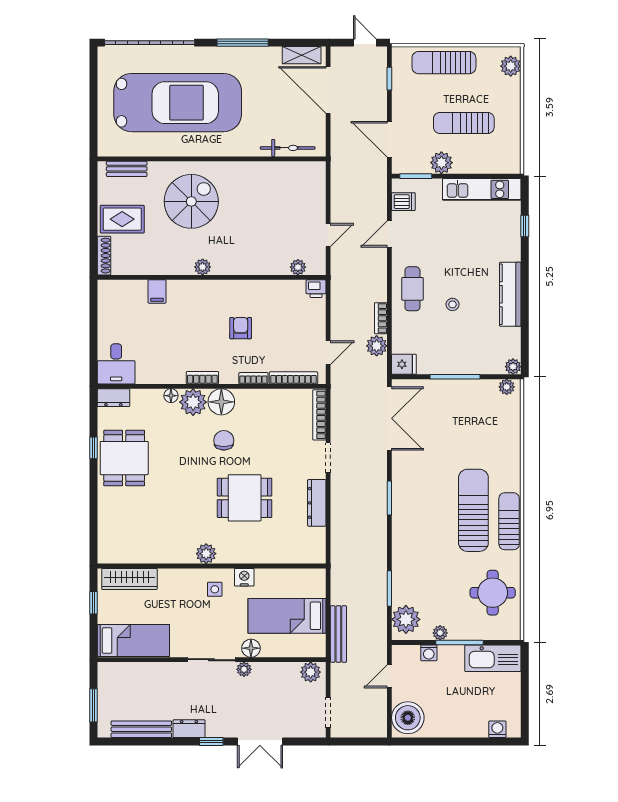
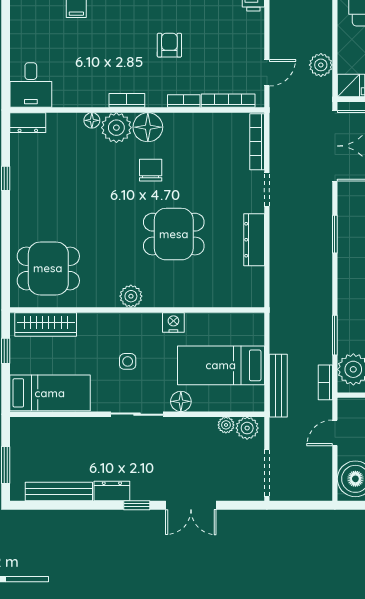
bookcase: (381, 318) -> (325, 382), moved
dining table: (124, 458) -> (48, 268), moved, turned 90
side table: (215, 589) -> (128, 361), moved
plant: (244, 669) -> (226, 425), moved
doorway: (328, 713) -> (267, 473), width x1.38

